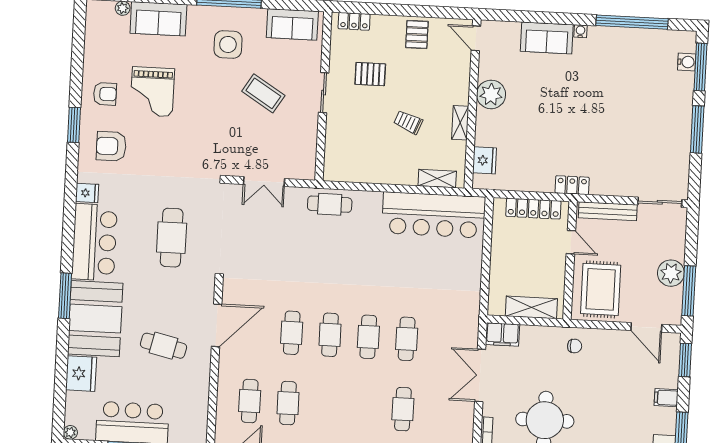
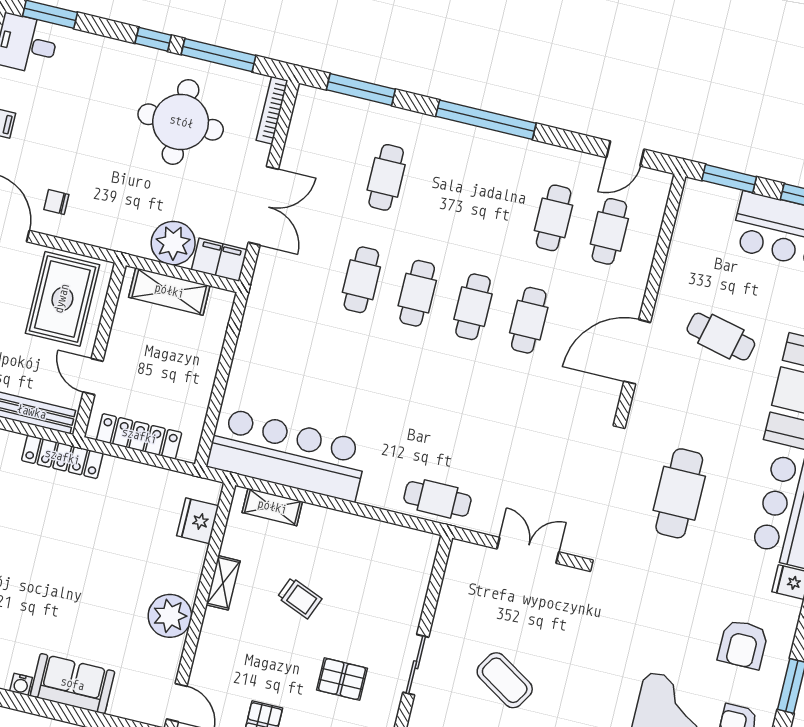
armchair: (111, 146) -> (743, 644), turned 90
locker: (572, 185) -> (62, 457), width x1.53
plant: (535, 340) -> (173, 243), added
chair: (575, 346) -> (56, 202), moved

